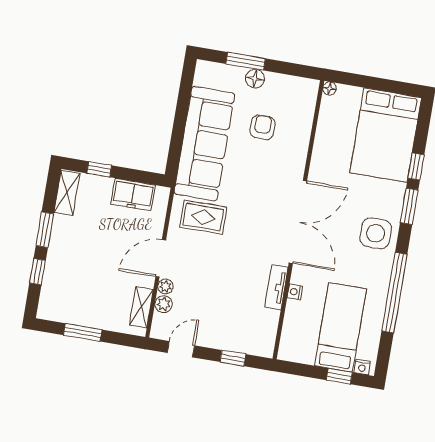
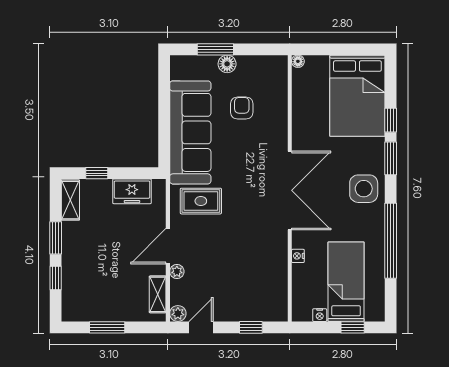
tv unit: (276, 287) -> (280, 255), removed
plant: (164, 304) -> (178, 313), moved
nightstand: (362, 367) -> (320, 315), moved

